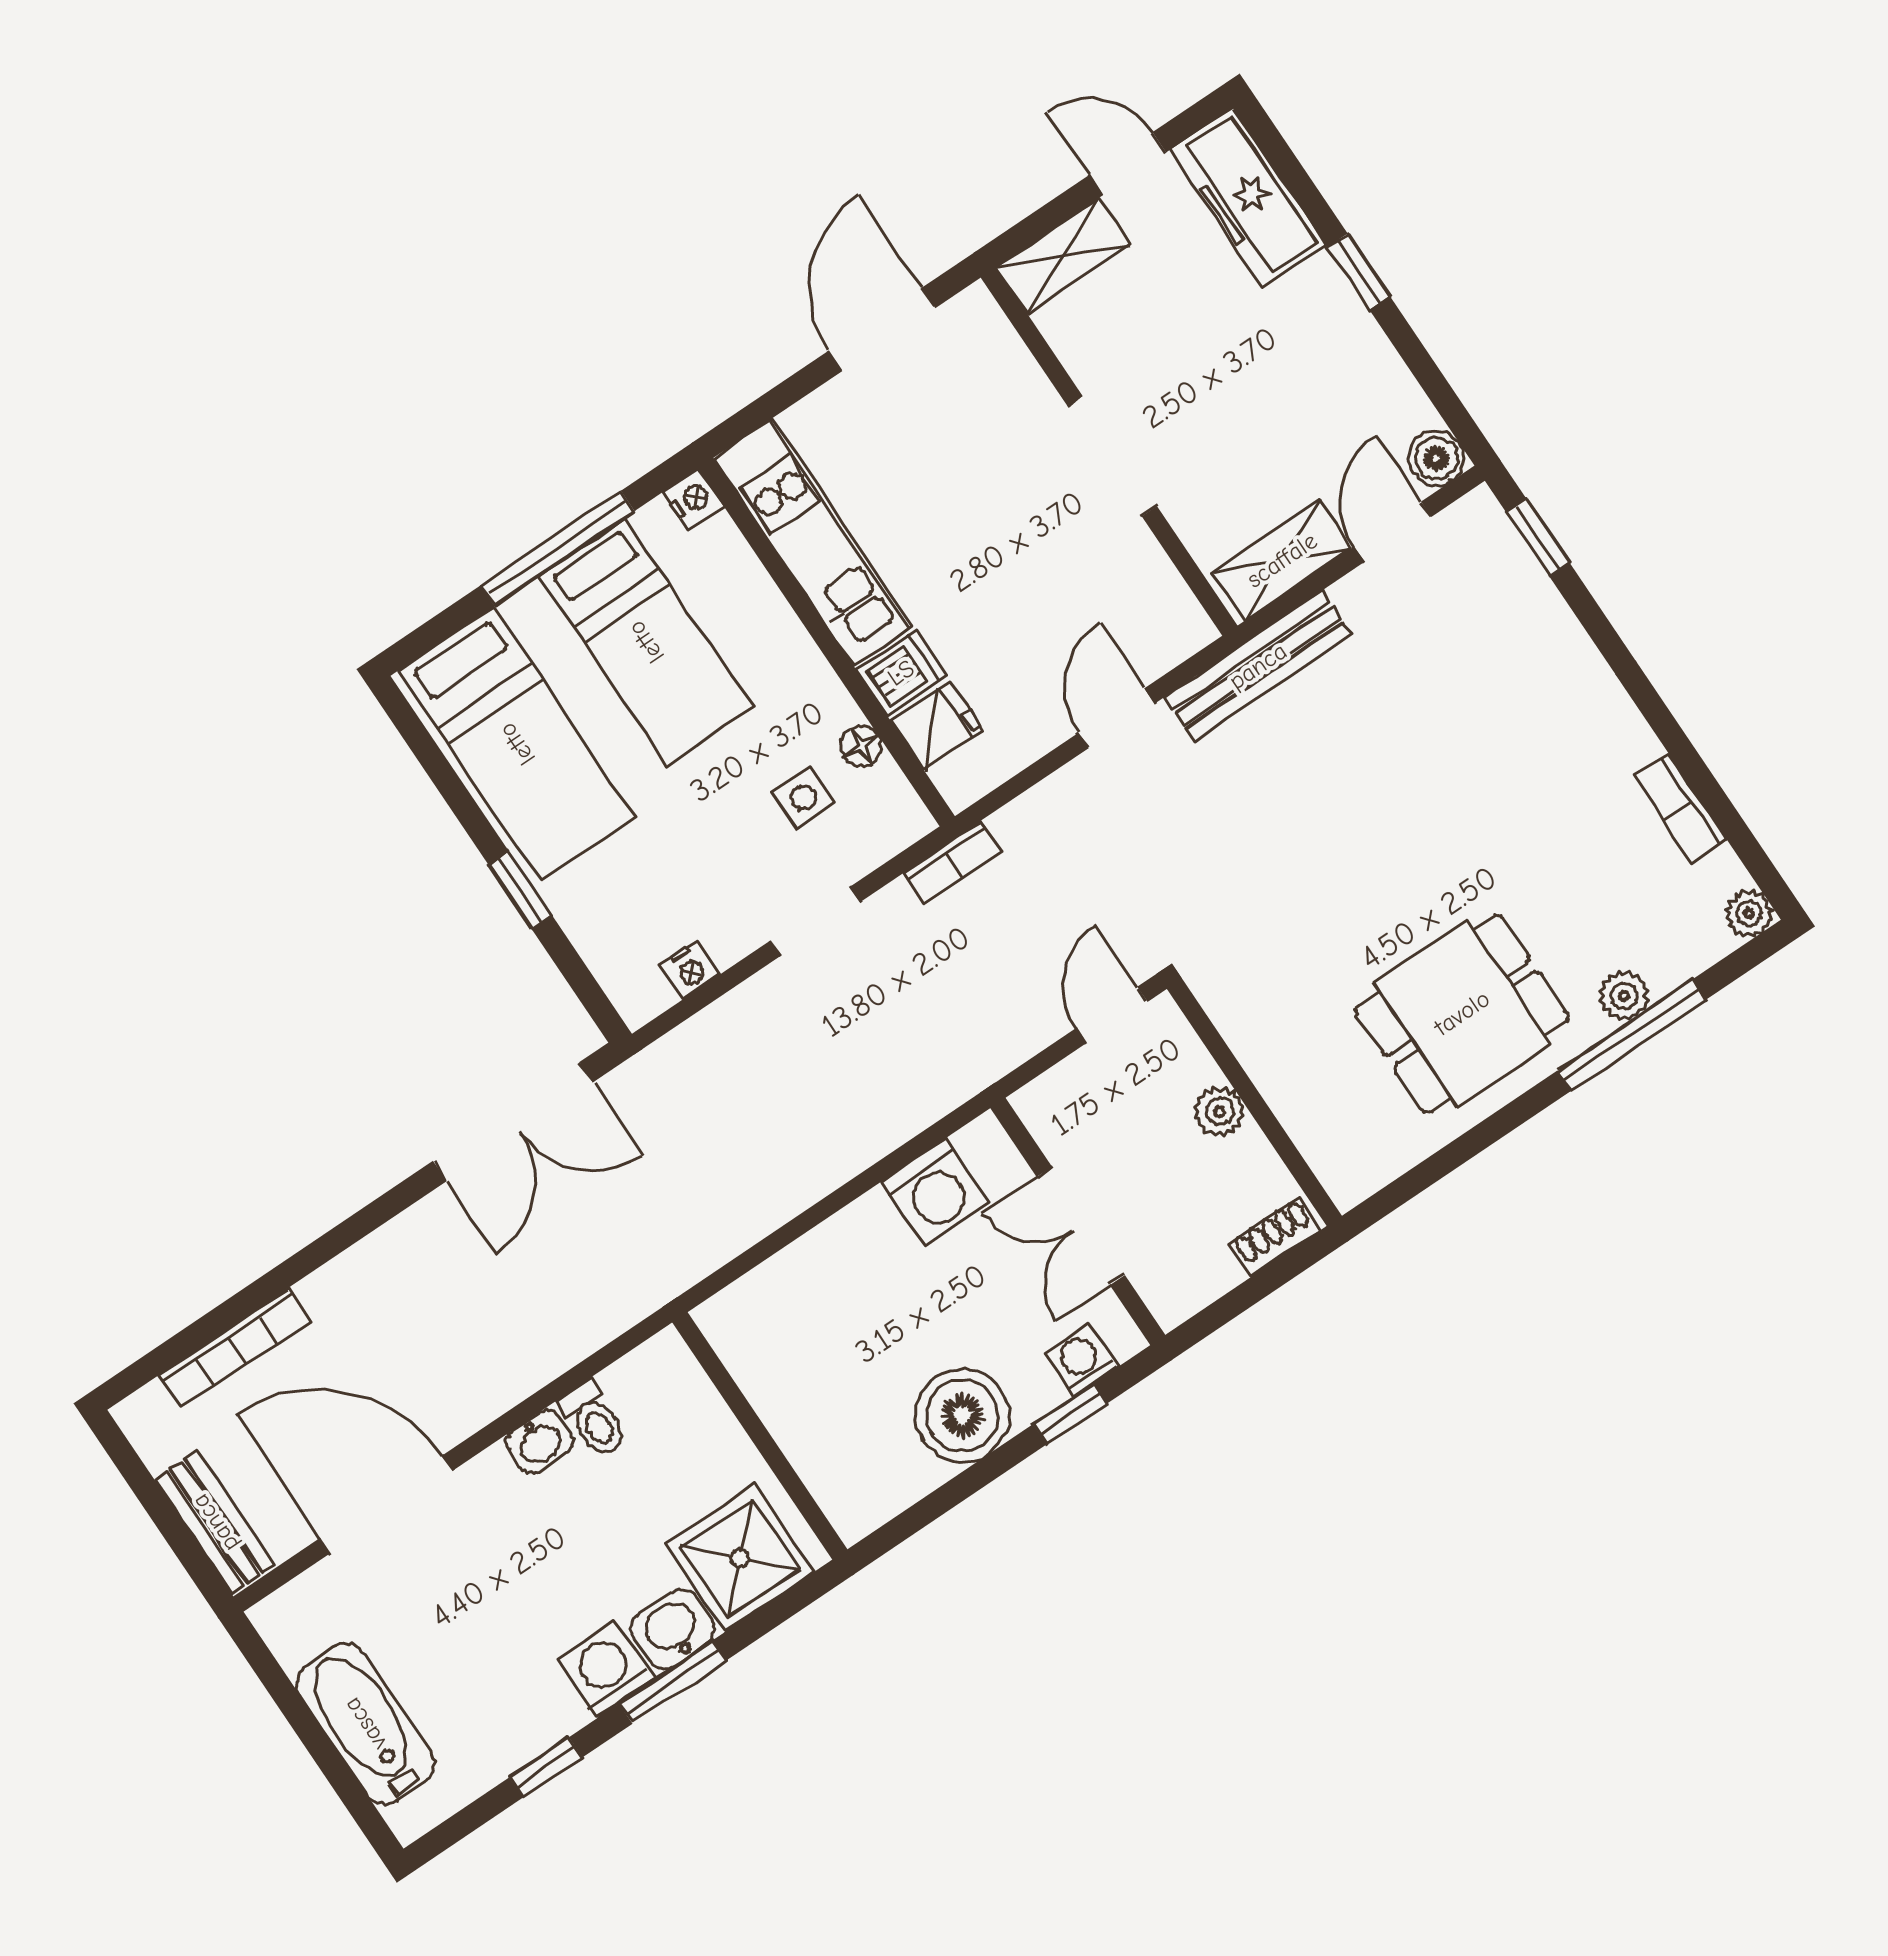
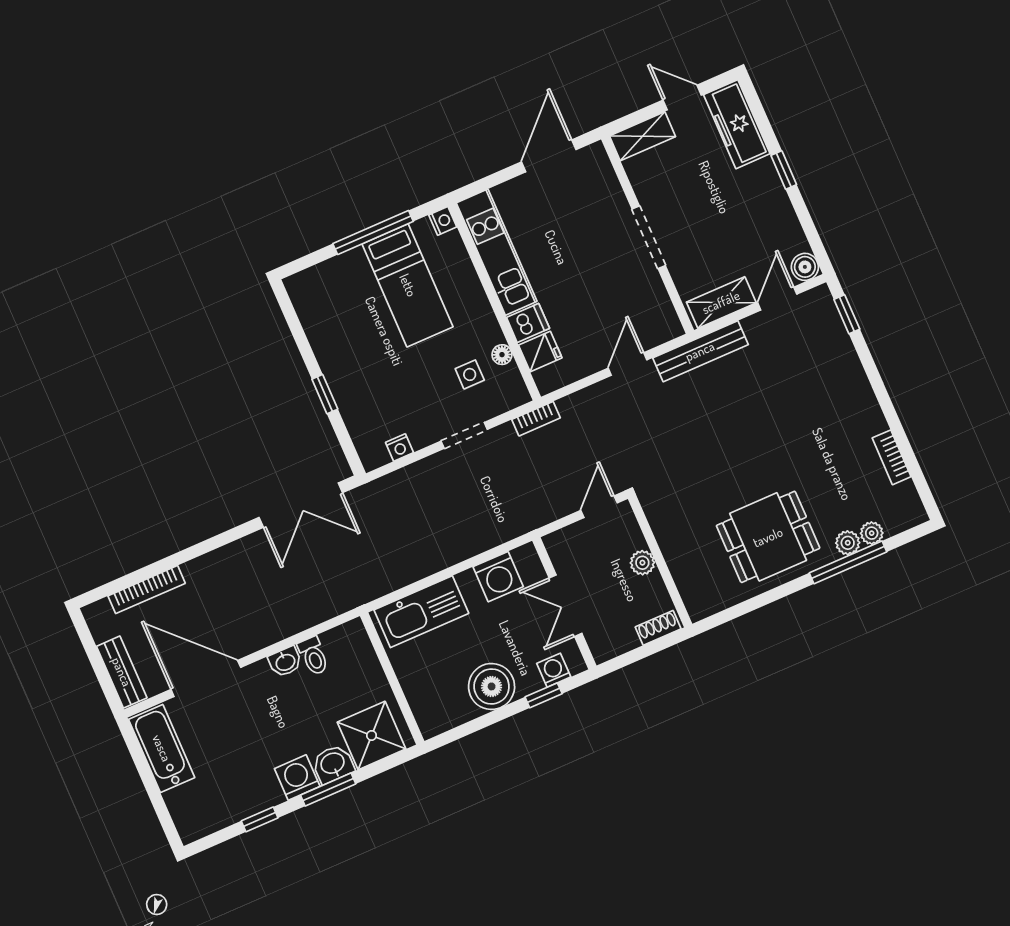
bed: (517, 744) -> (336, 323), removed
plant: (1749, 913) -> (872, 533), moved
kitchen sink: (794, 1291) -> (421, 612), added
bathtub: (365, 1724) -> (162, 748), moved

